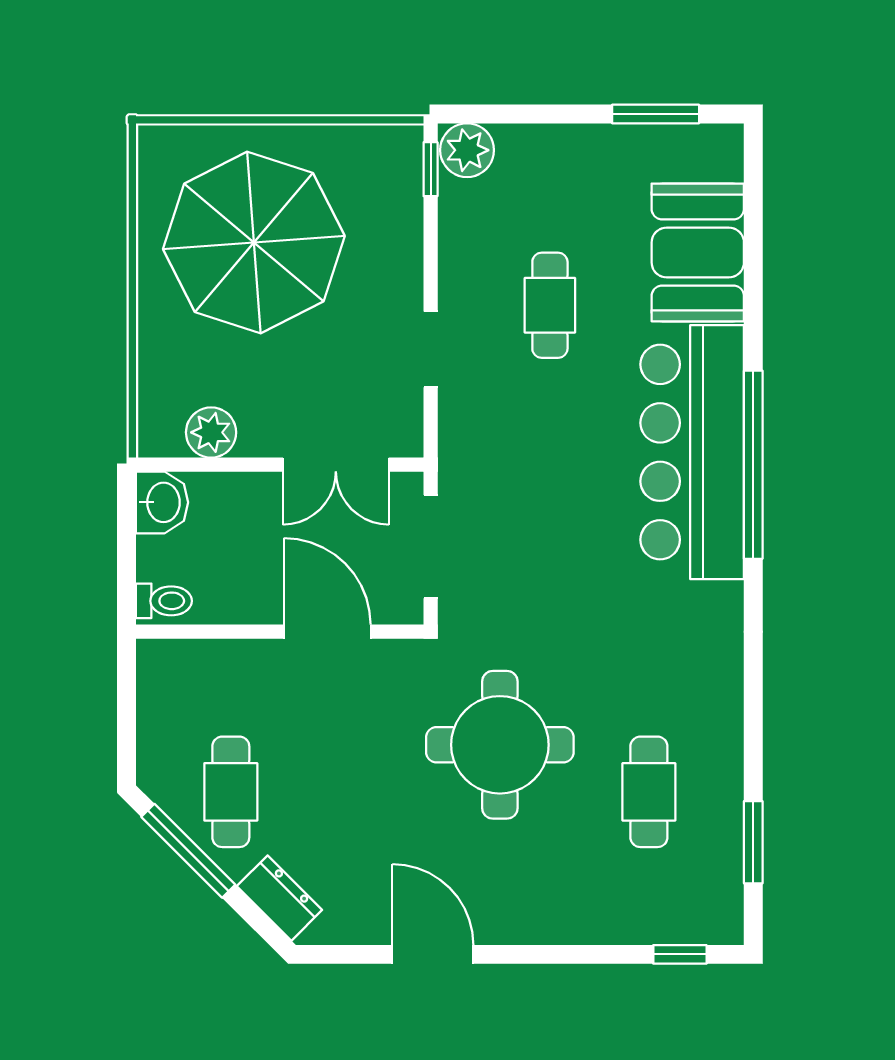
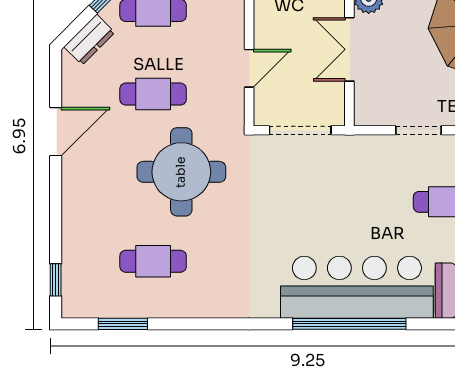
double door: (336, 465) -> (349, 49), moved
door: (327, 632) -> (249, 68), width x0.73
cafe table: (370, 792) -> (153, 94), added

